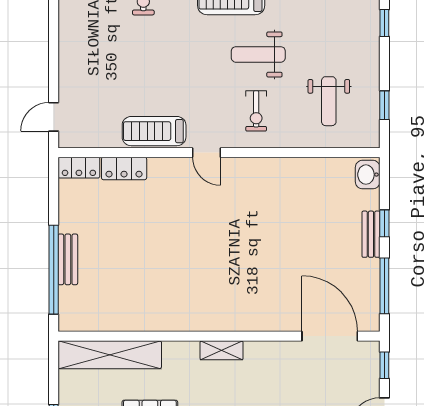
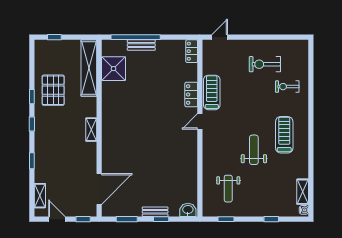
weight bench: (329, 101) -> (228, 189), turned -90
exercise bike: (256, 111) -> (265, 64), moved, width x1.38, depth x1.39
door: (54, 117) -> (220, 37), hinge flipped
locker: (124, 168) -> (191, 94), moved
window: (384, 286) -> (127, 219), width x0.69
shower: (111, 310) -> (113, 69), added

